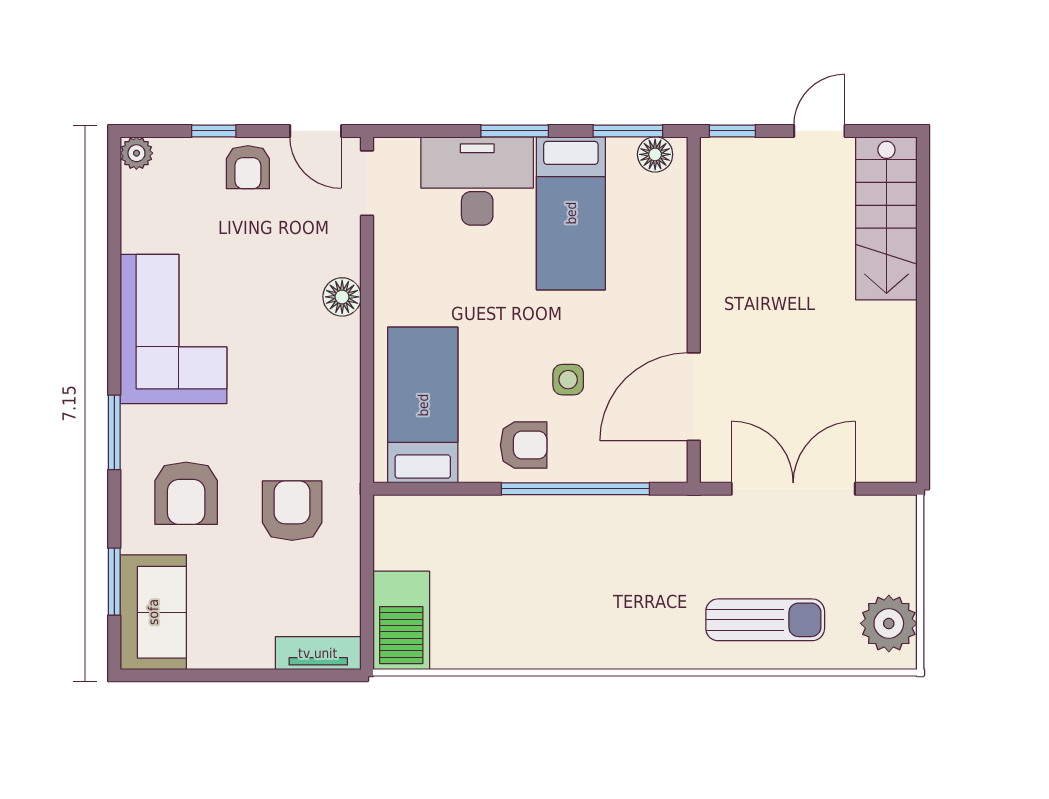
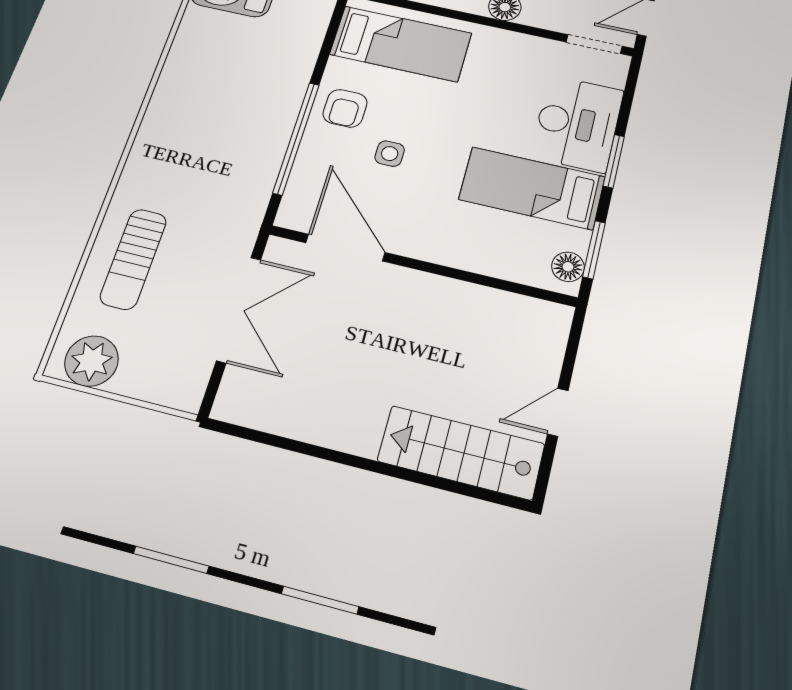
window: (732, 131) -> (575, 336), removed
door: (819, 131) -> (558, 412), swing flipped

